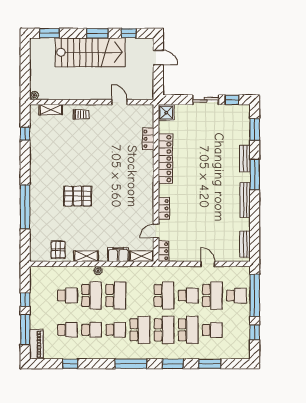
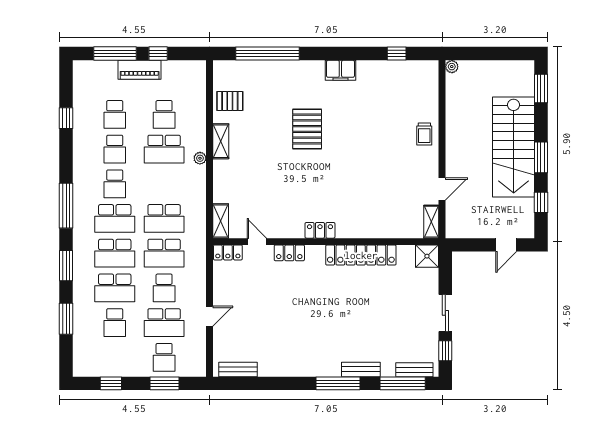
shelving: (51, 110) -> (431, 222), moved
window: (255, 129) -> (403, 383), width x1.44
locker: (148, 139) -> (320, 230), moved
bench: (245, 200) -> (414, 370), moved, width x0.73
window: (25, 207) -> (267, 54), moved
filing cabinet: (118, 255) -> (340, 70), moved, turned 90
window: (255, 295) -> (164, 383), width x0.47
school desk: (116, 296) -> (164, 218), moved
piano: (36, 344) -> (140, 70), moved

